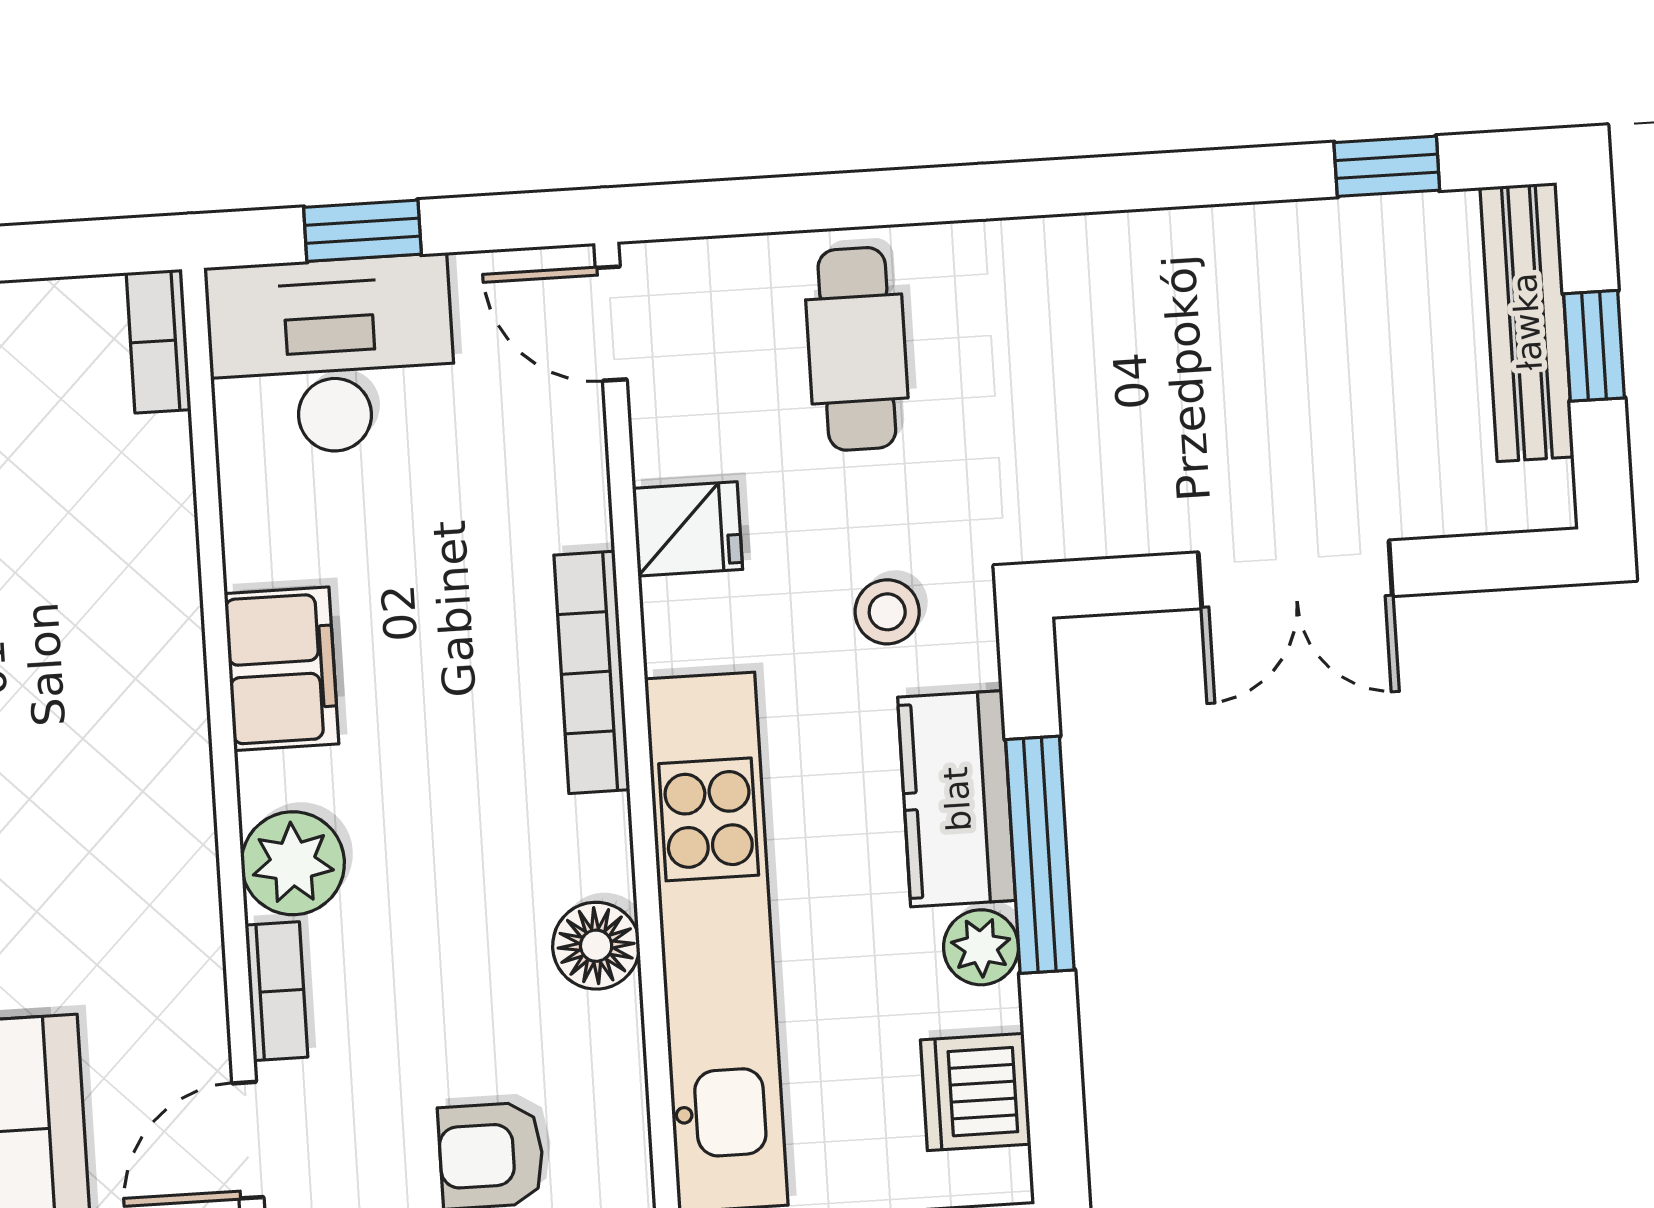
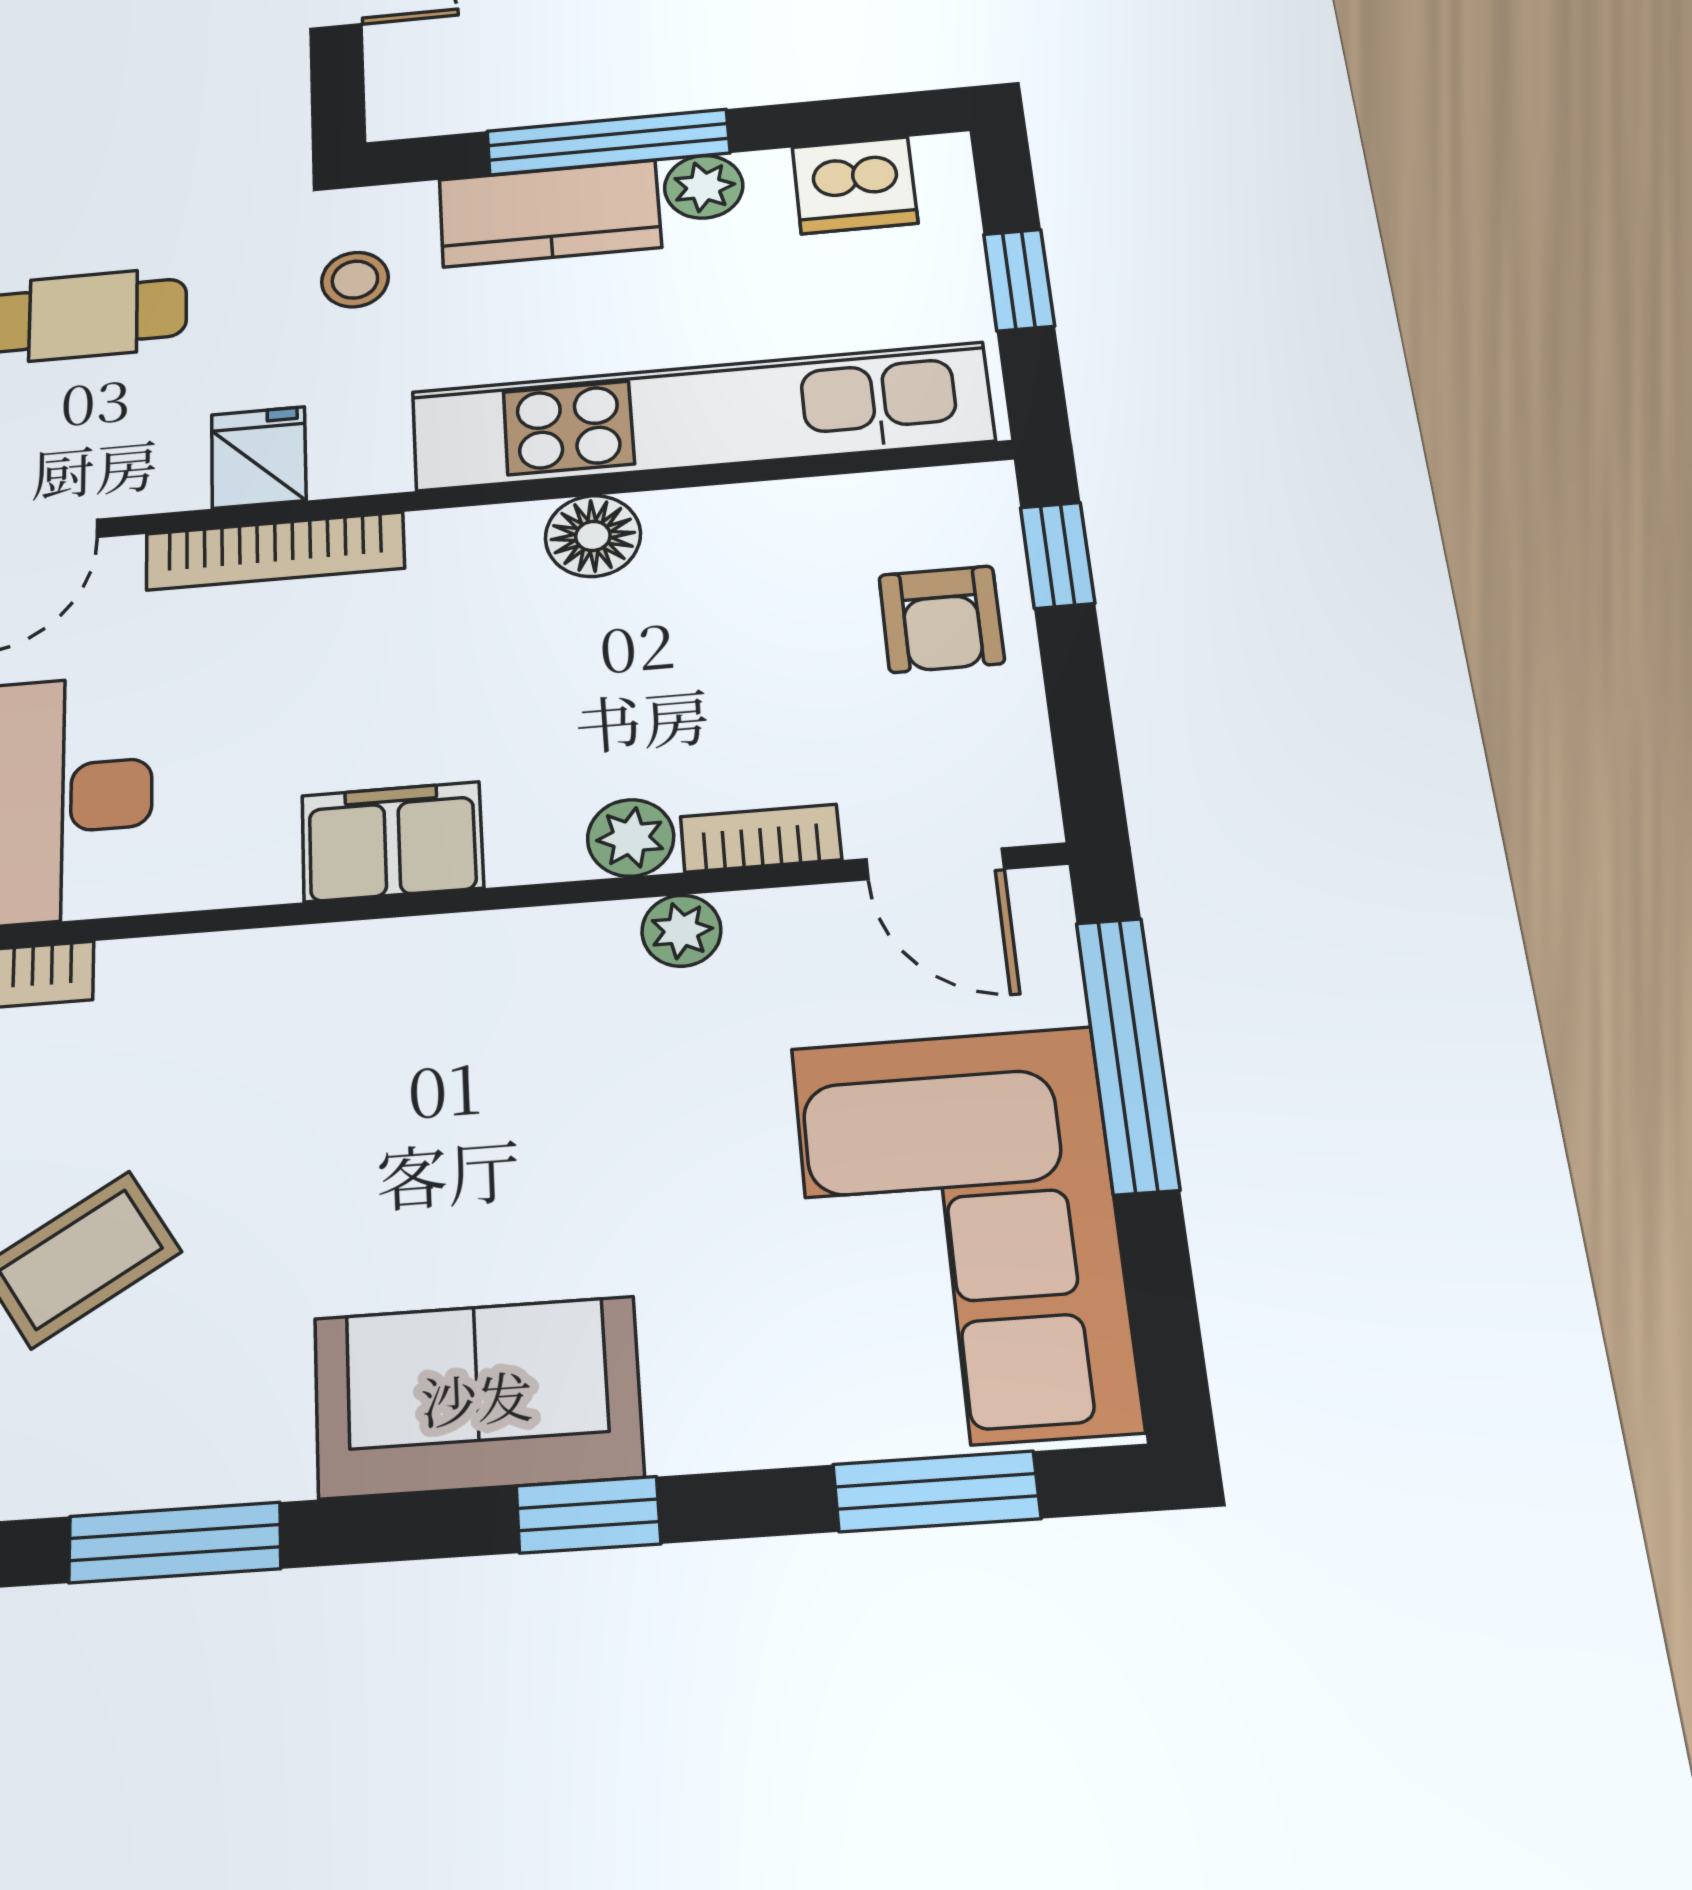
bookcase: (592, 672) -> (275, 551), moved
plant: (293, 863) -> (631, 838), width x0.73, depth x0.73
plant: (189, 922) -> (681, 931), added
floor lamp: (596, 946) -> (593, 536), moved

